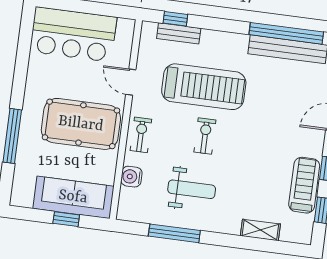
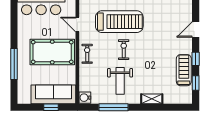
water cooler: (131, 177) -> (85, 98), moved
weight bench: (192, 189) -> (120, 81), turned 90
shelving: (260, 230) -> (152, 99), moved

